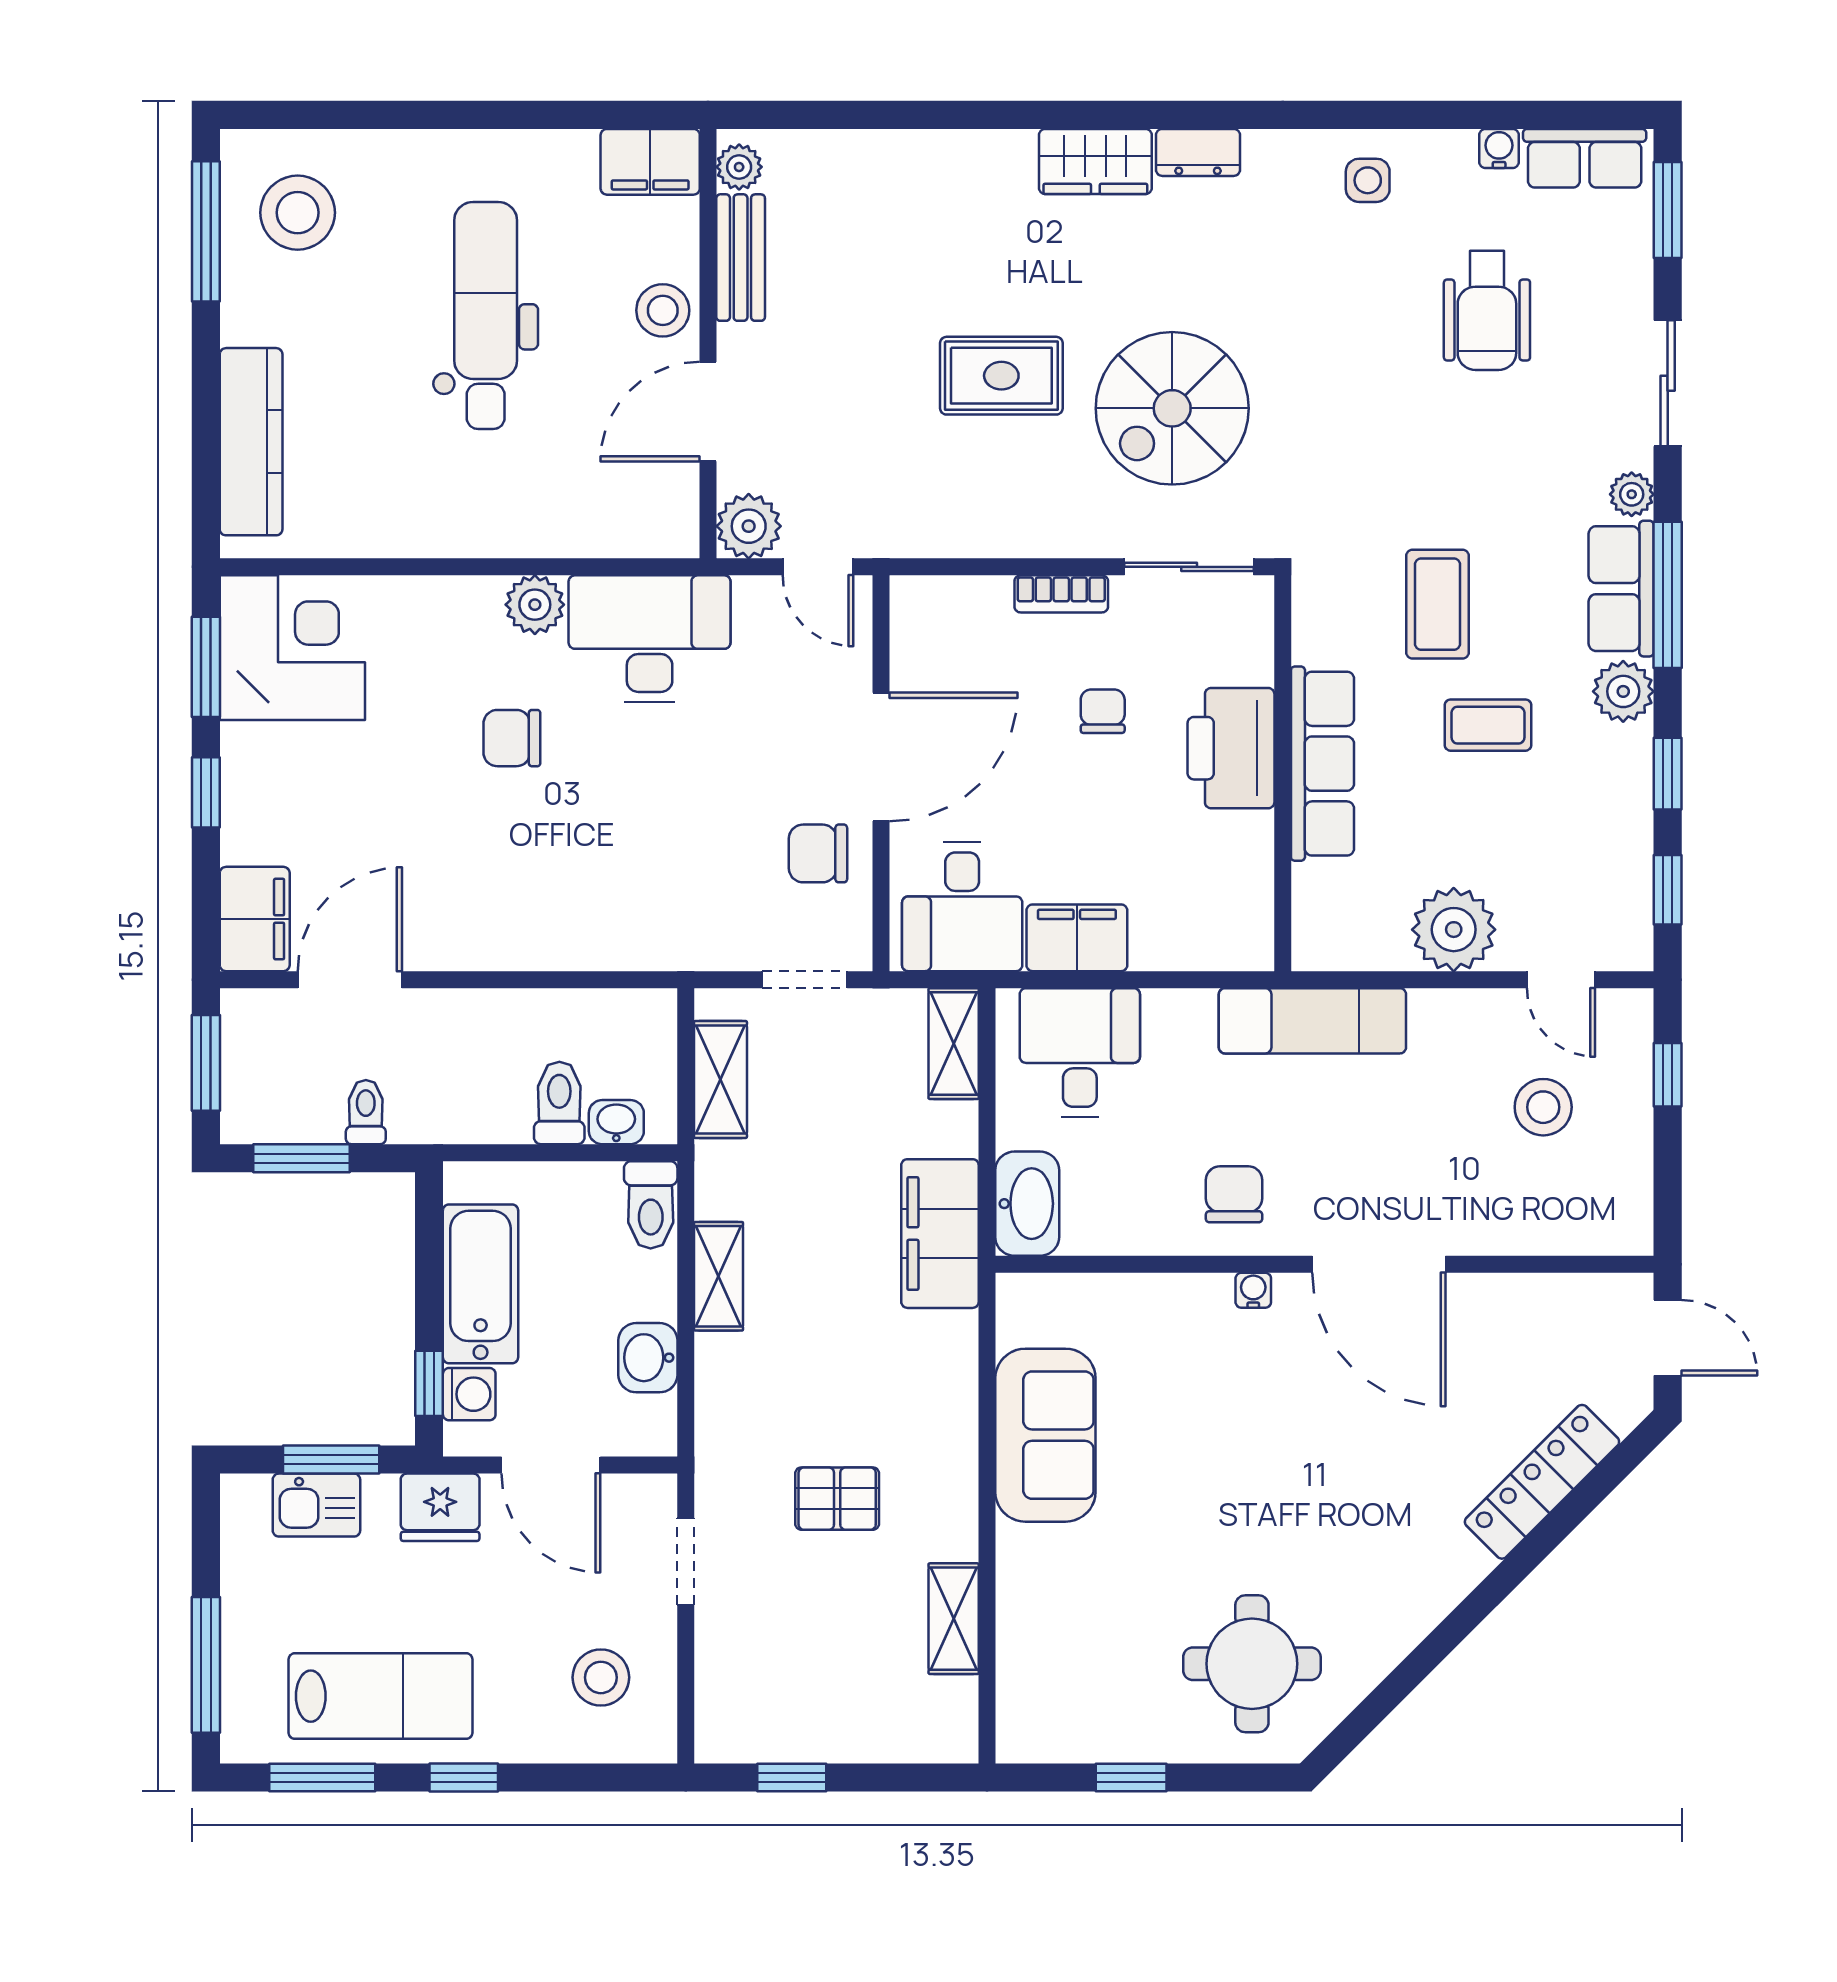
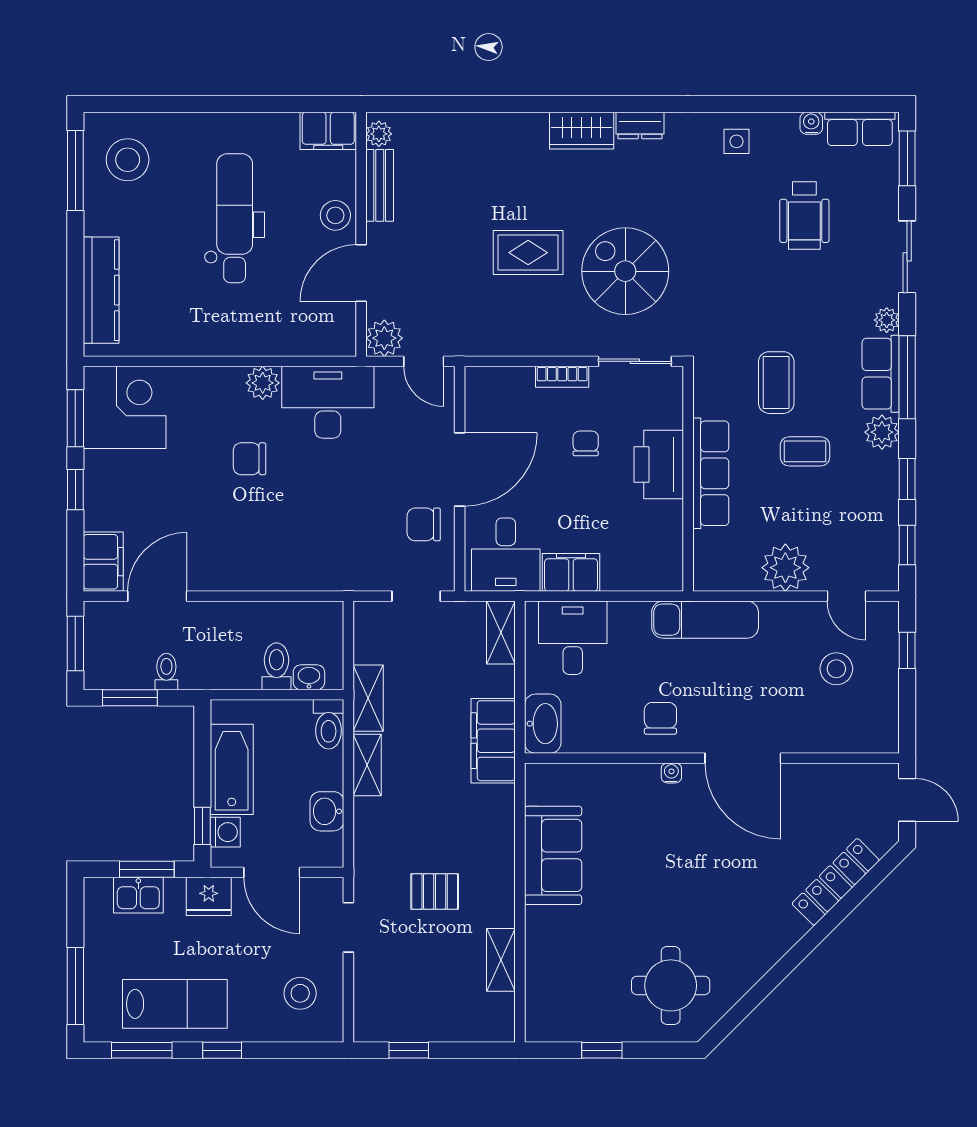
spiral stairs: (1172, 408) -> (625, 271), turned 90
shelving: (720, 1080) -> (368, 698), moved

